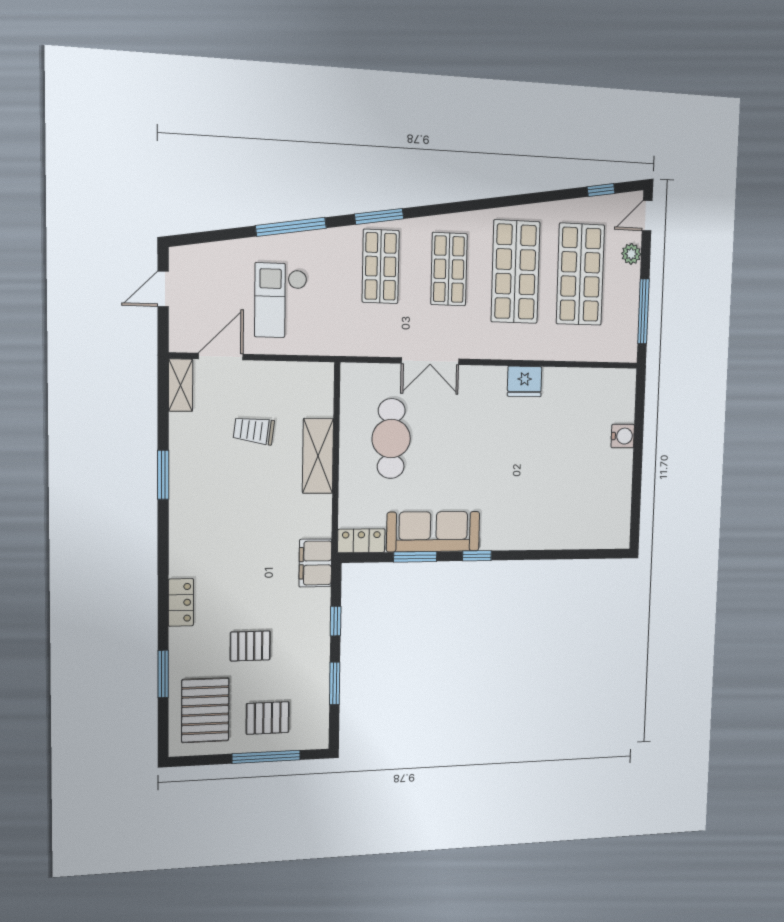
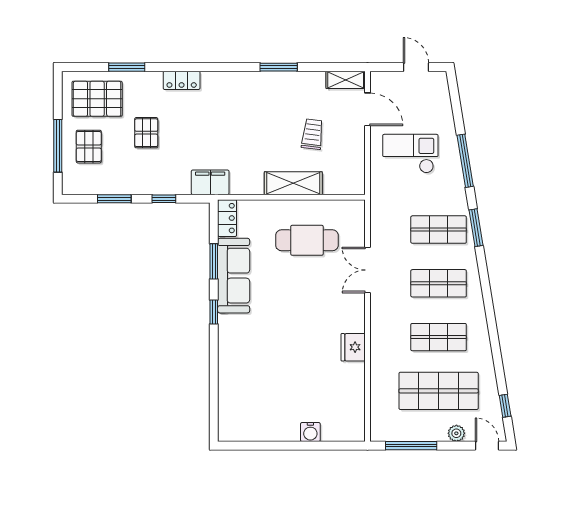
shop shelf: (515, 272) -> (439, 337), width x0.70, depth x0.74

